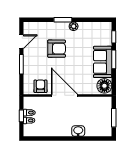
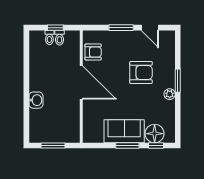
armchair: (57, 49) -> (141, 72), turned -90
floor lamp: (104, 86) -> (155, 134), moved
door: (64, 95) -> (81, 83), hinge flipped

